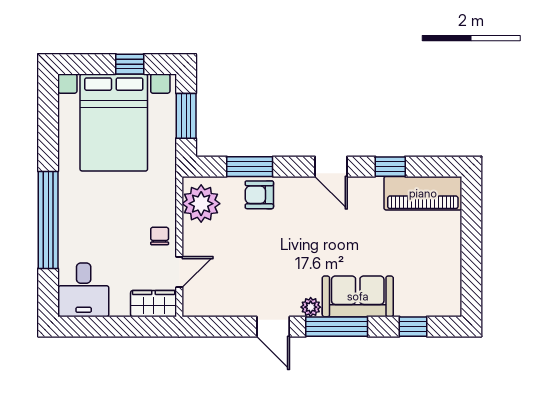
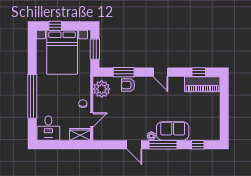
window: (130, 64) -> (55, 26), moved
window: (390, 167) -> (199, 72), moved

